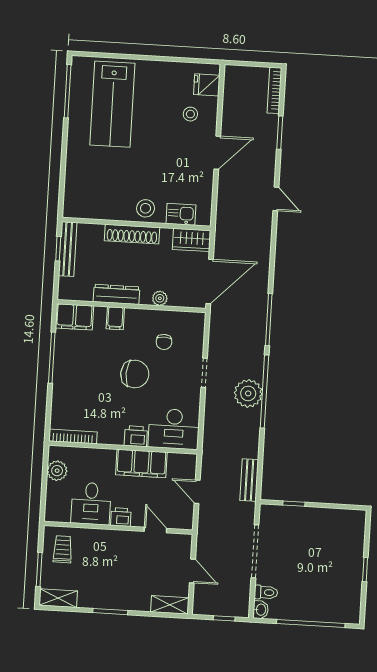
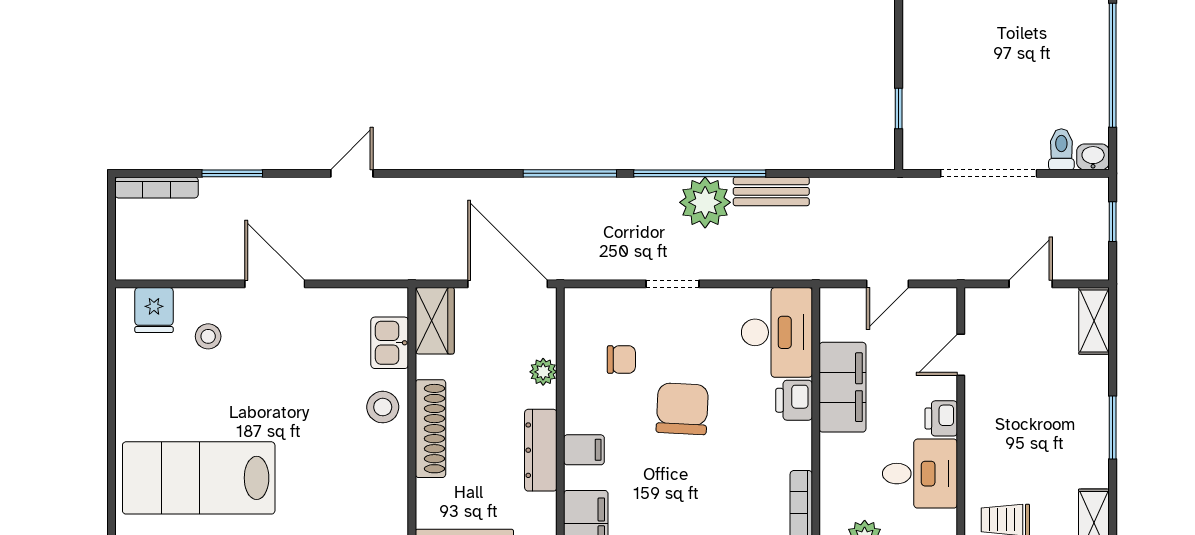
lab bench: (112, 104) -> (199, 478), turned 180
bench: (249, 480) -> (771, 191), moved

